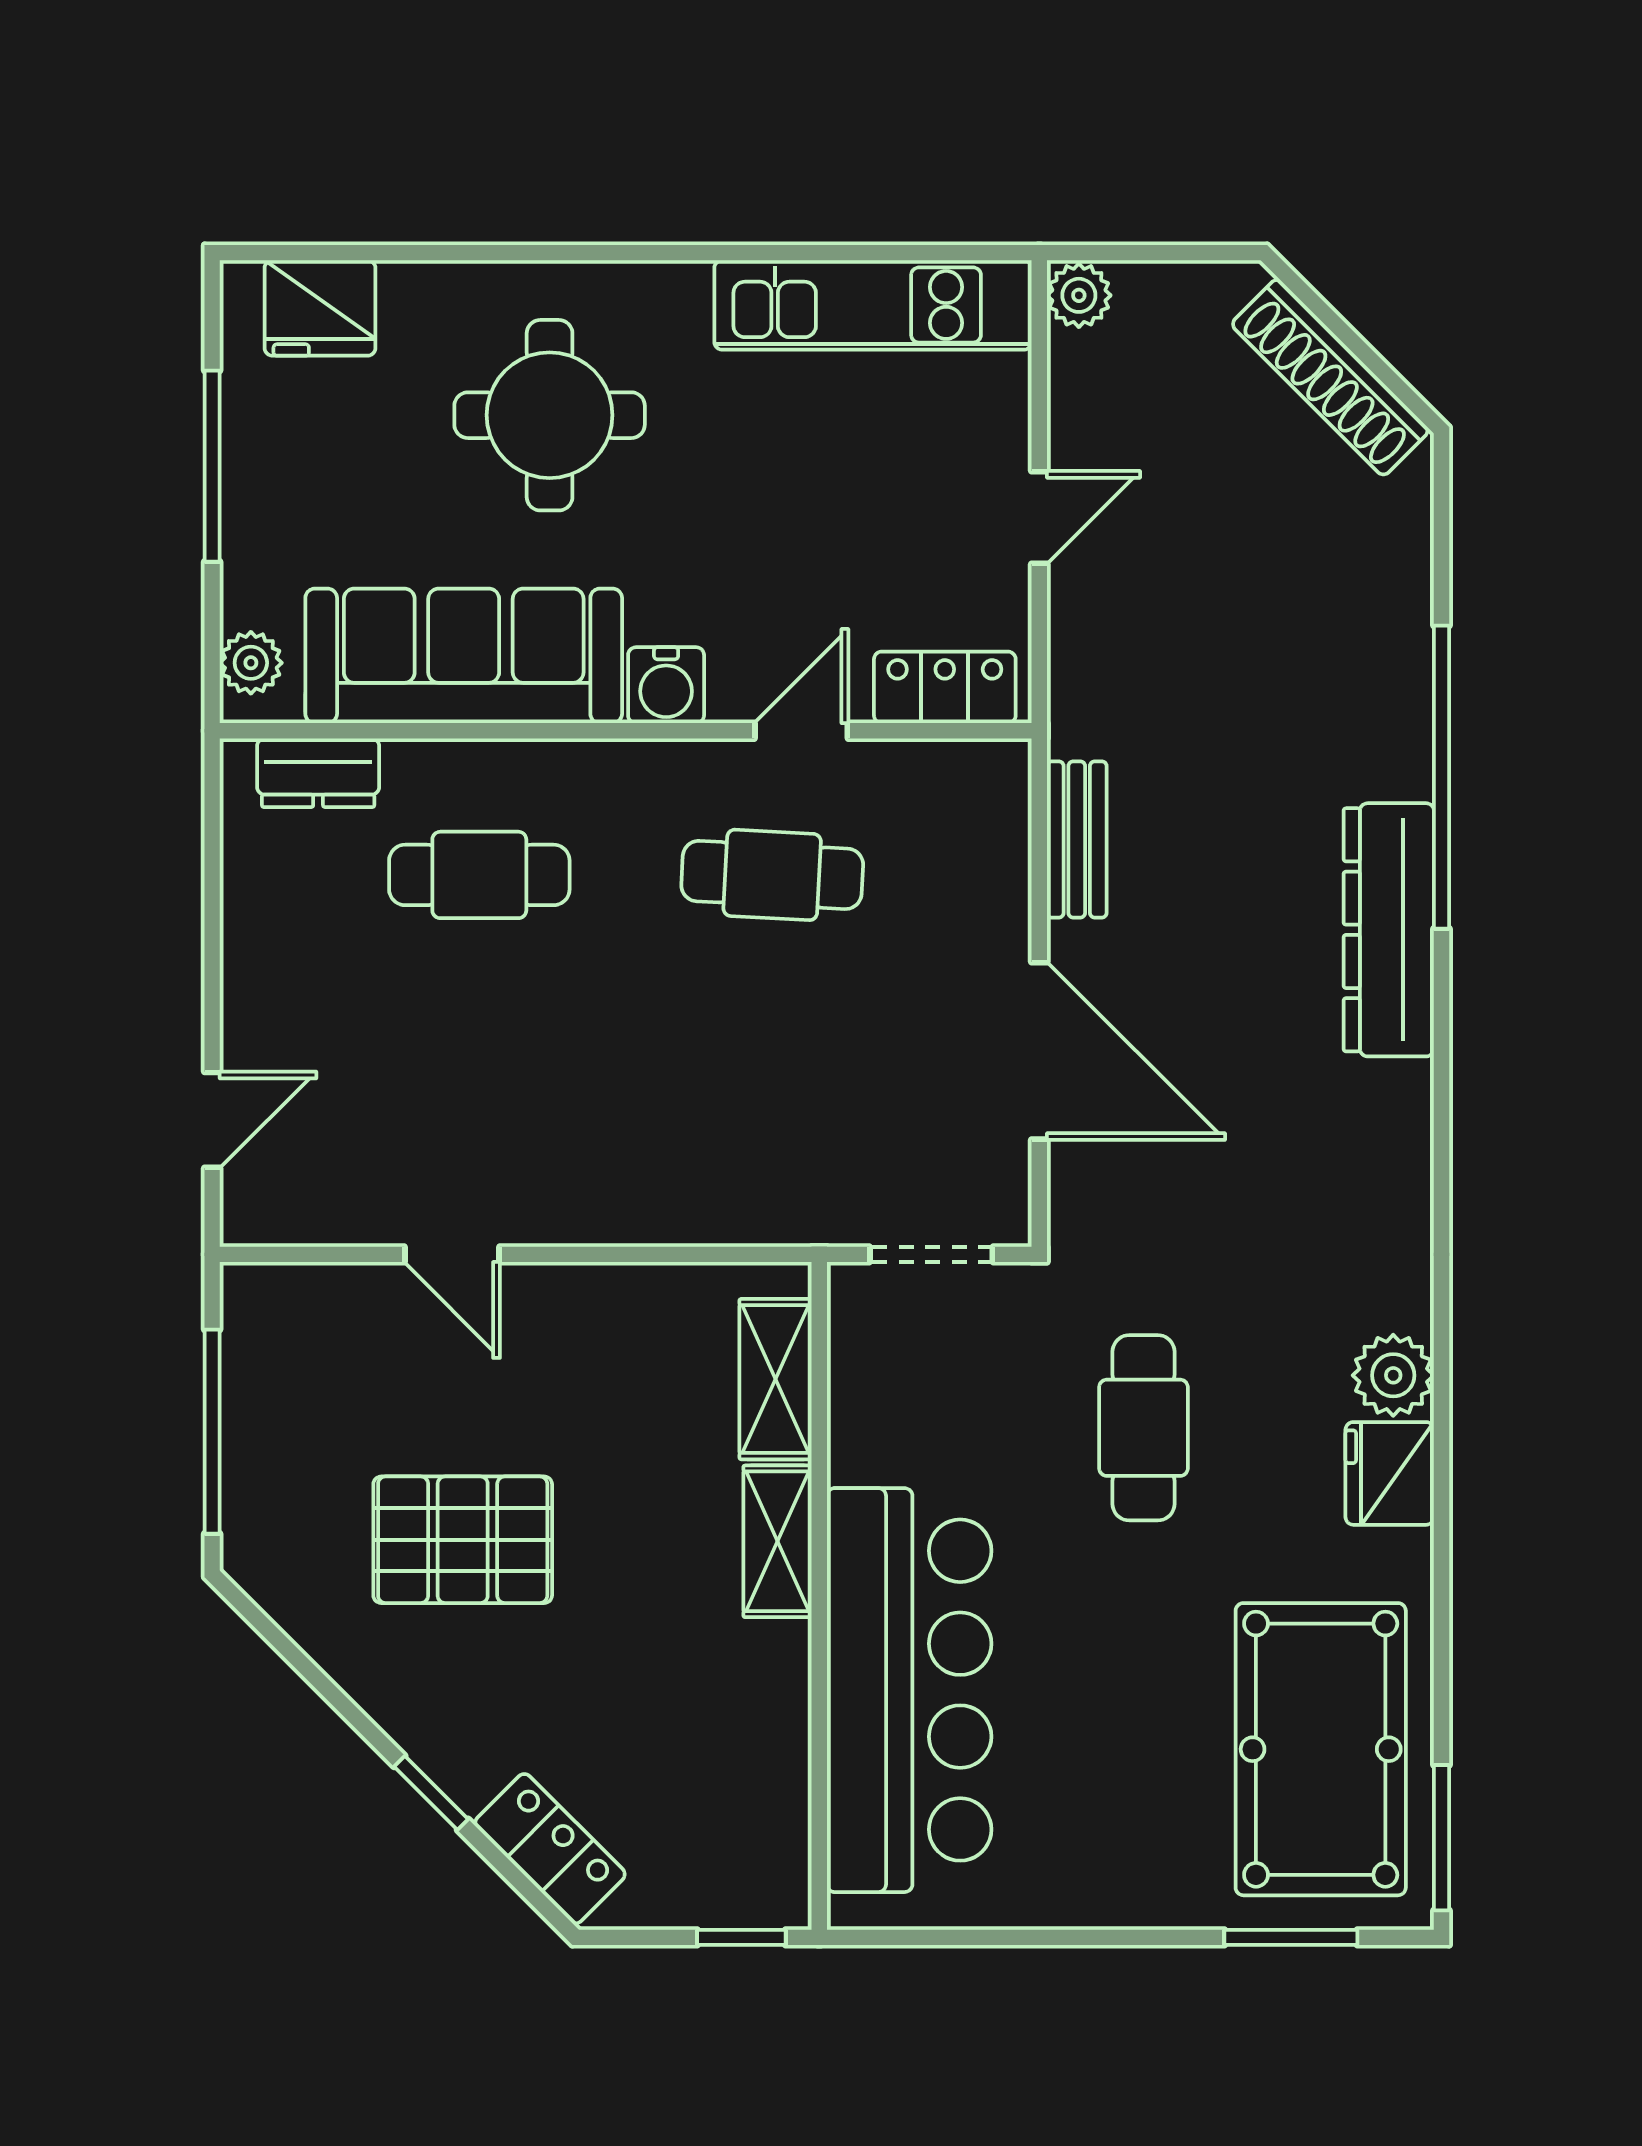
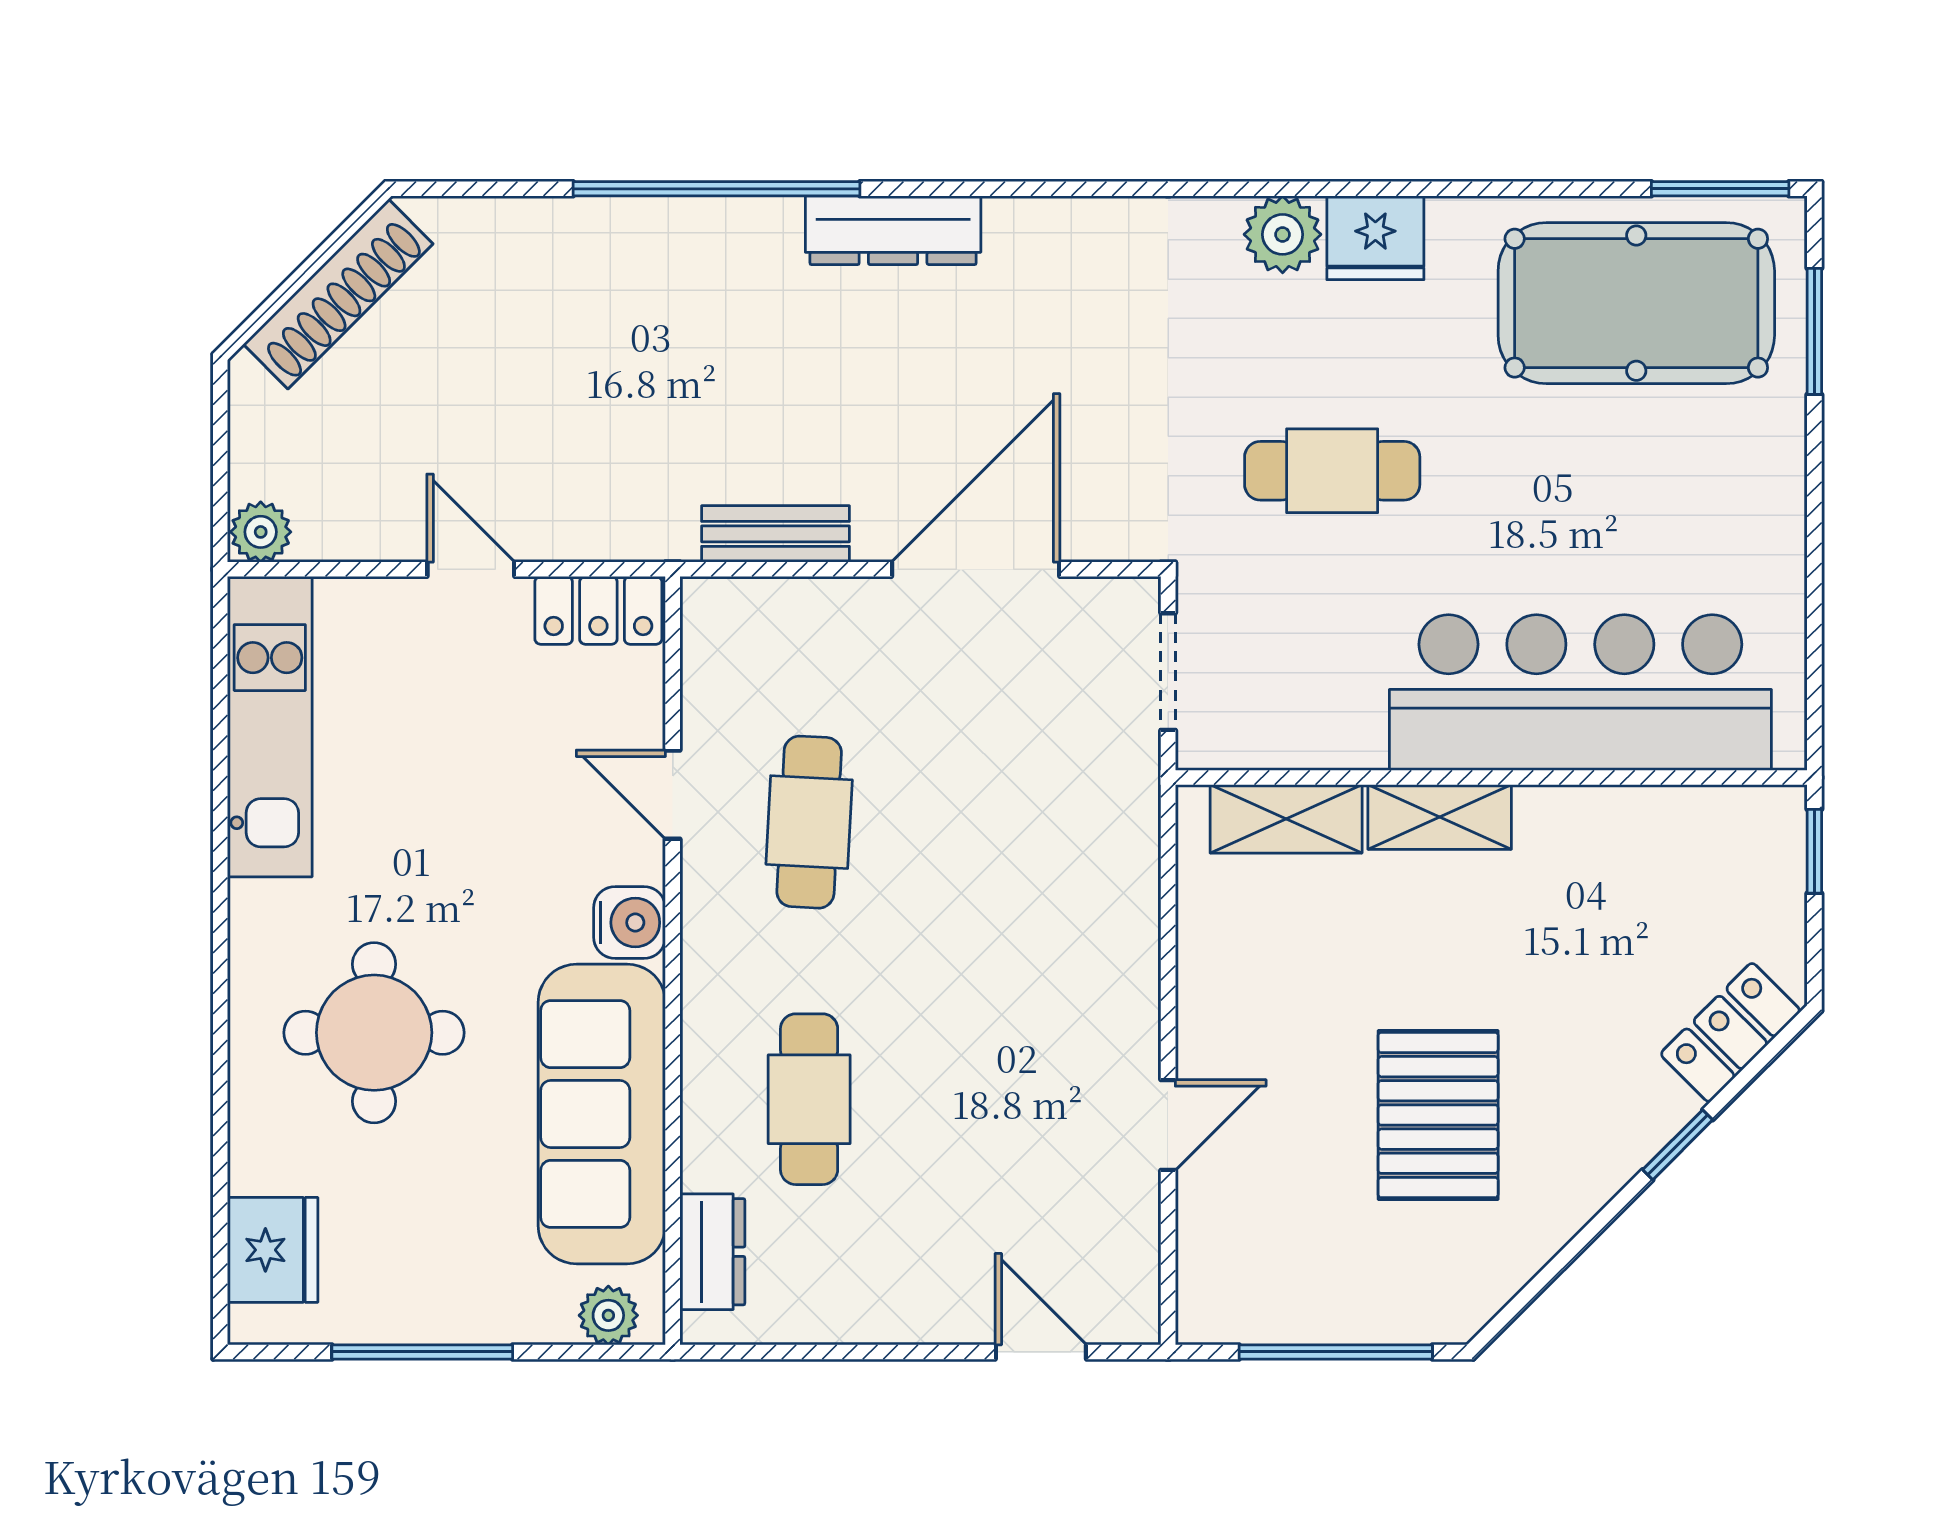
locker: (945, 687) -> (598, 610), moved, turned -90
dresser: (1389, 930) -> (893, 230), width x0.73, depth x0.80

